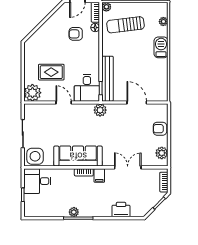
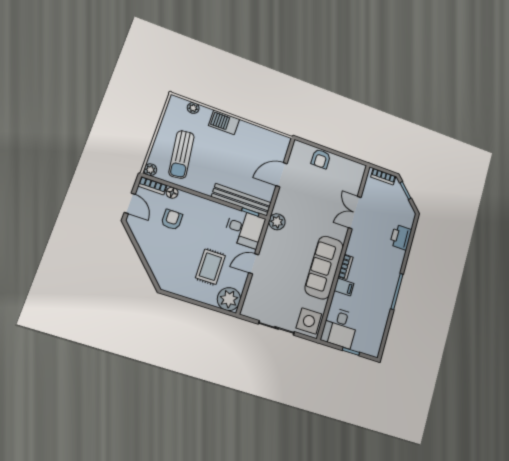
armchair: (76, 34) -> (172, 220), turned 180
plant: (162, 153) -> (349, 167), removed
filing cabinet: (99, 175) -> (344, 287), moved
plant: (74, 212) -> (388, 295), removed

